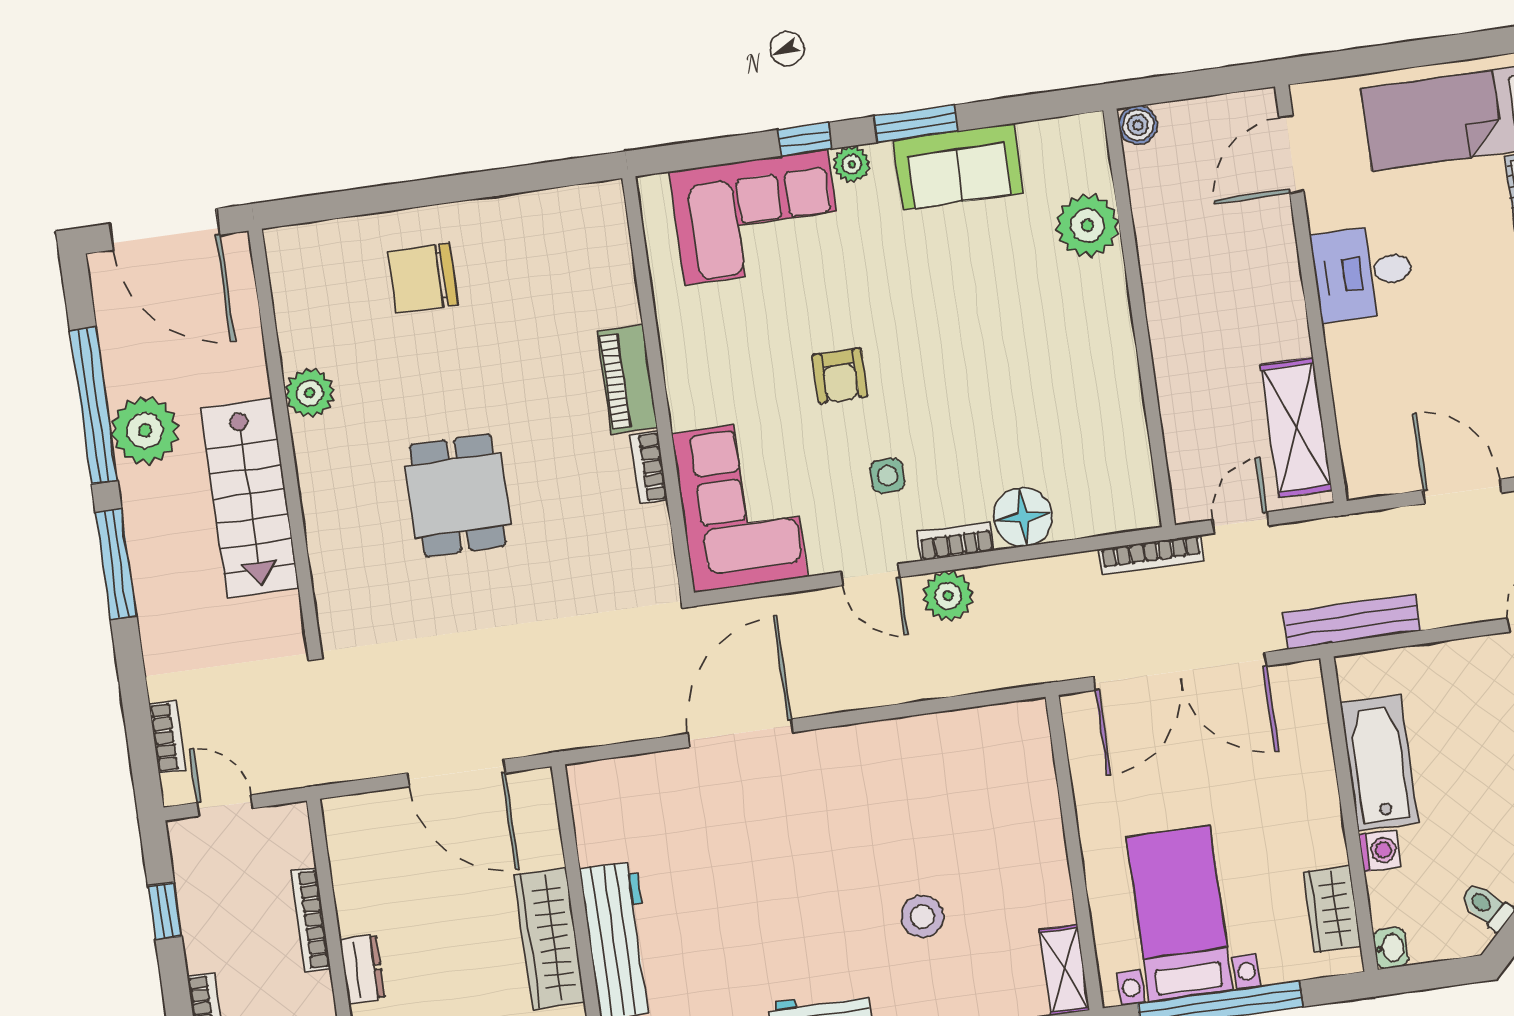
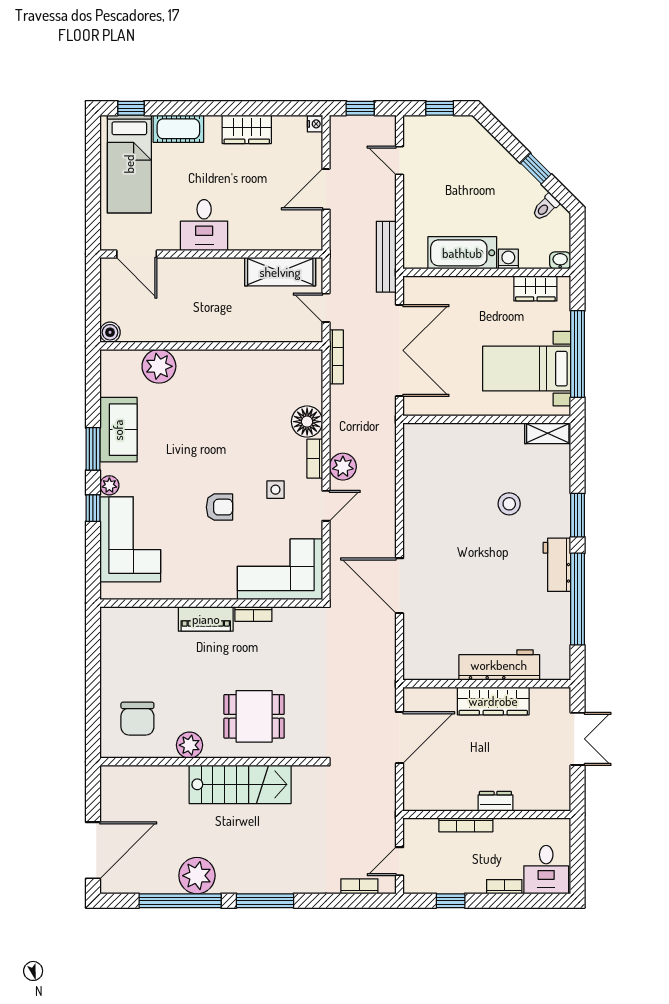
plant: (310, 393) -> (189, 745), moved
wall: (284, 438) -> (211, 762), moved
stairs: (250, 498) -> (240, 784), moved

